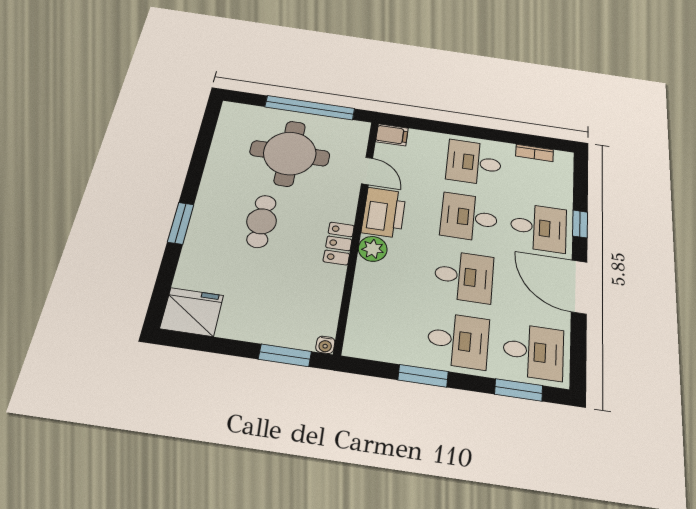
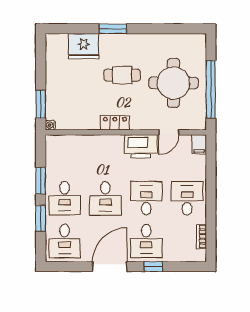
plant: (373, 249) -> (115, 143), removed
fridge: (192, 312) -> (84, 46), moved, turned 90
window: (519, 390) -> (41, 218), moved

